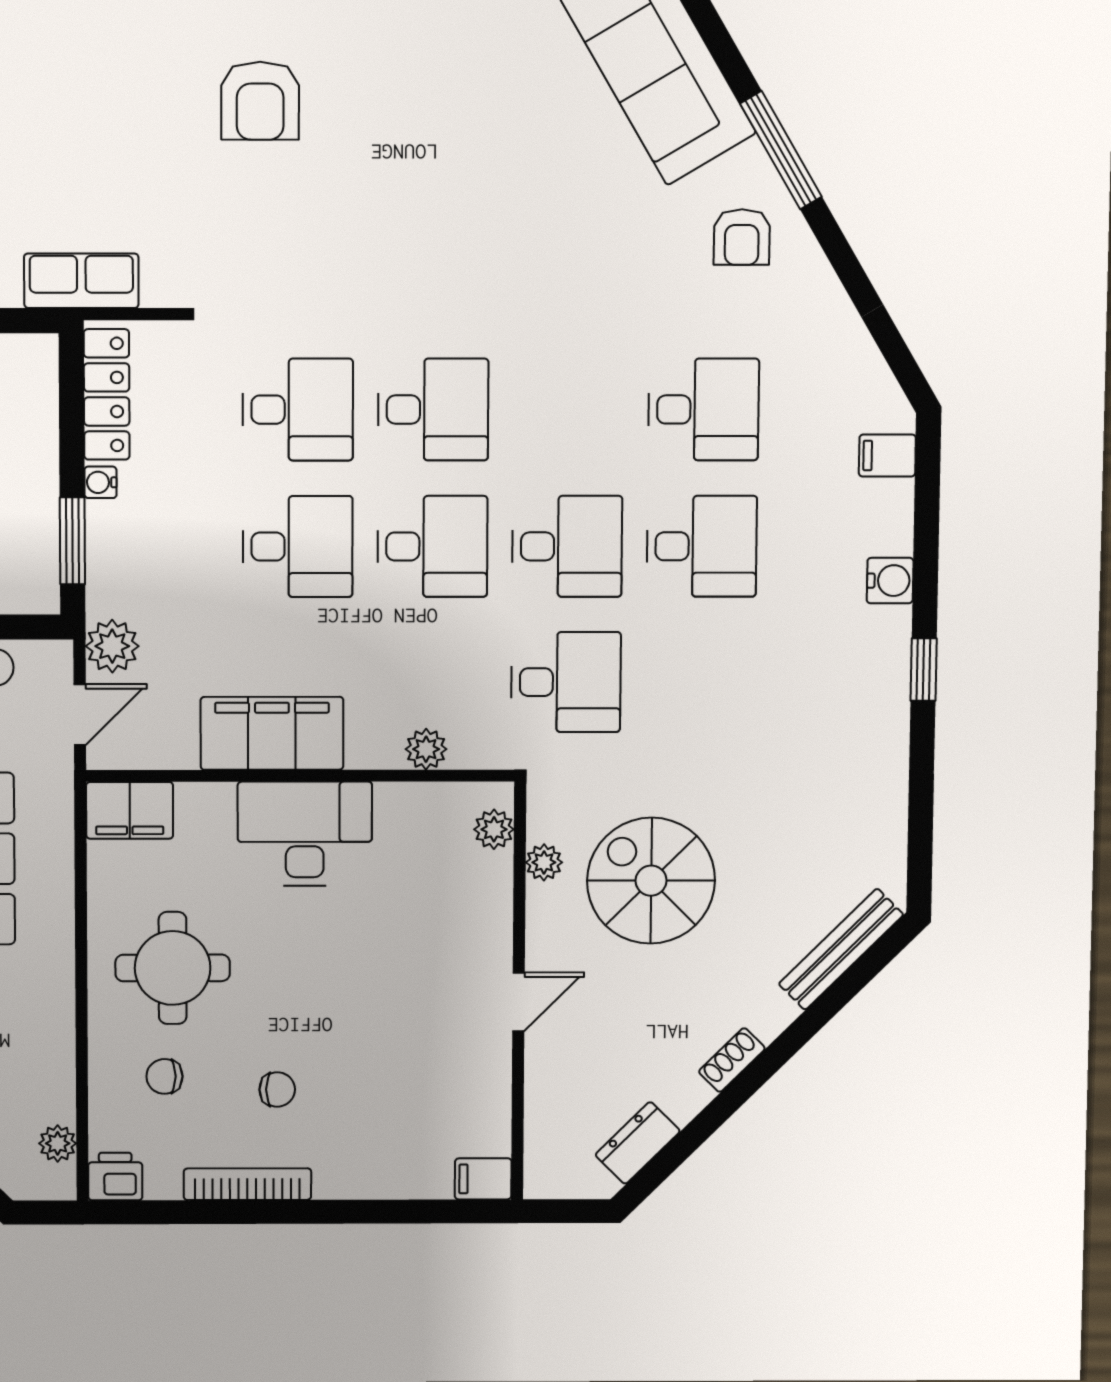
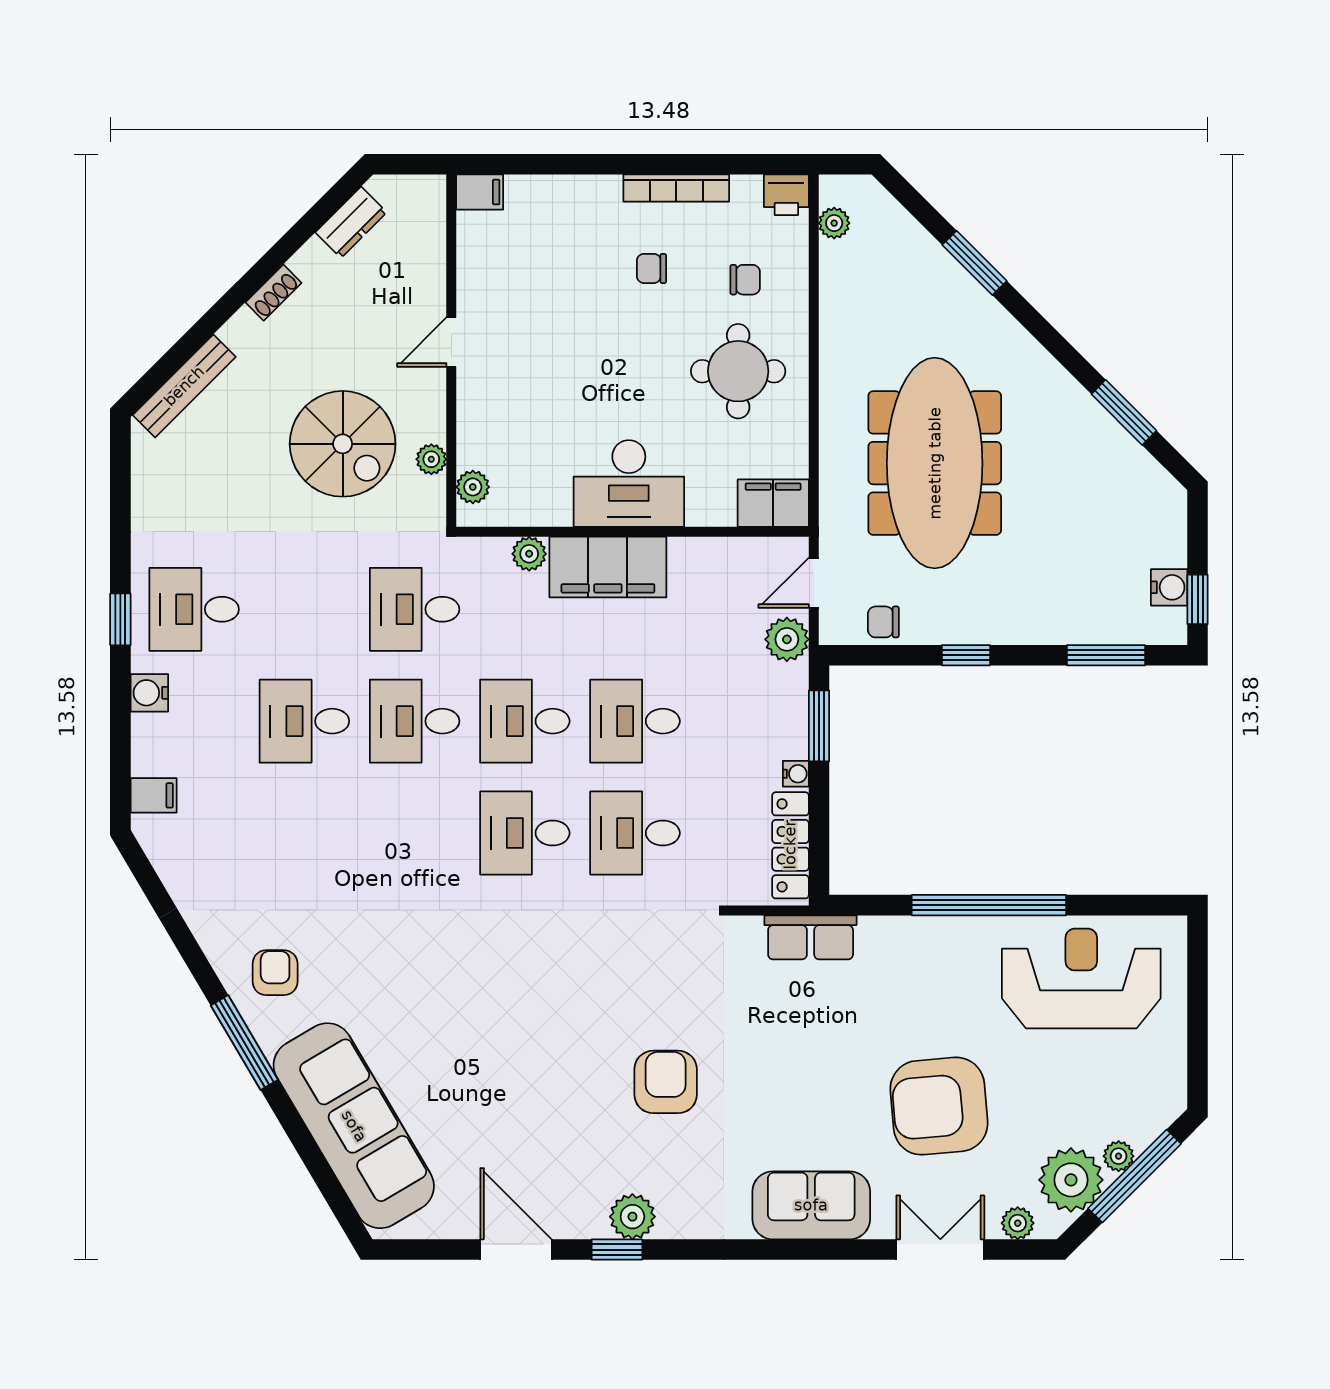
desk: (703, 409) -> (194, 609), moved
filing cabinet: (272, 733) -> (608, 567), moved

